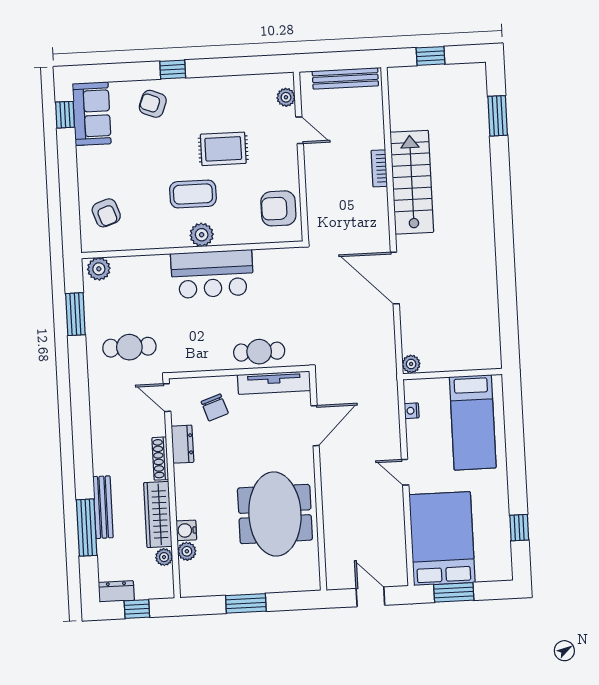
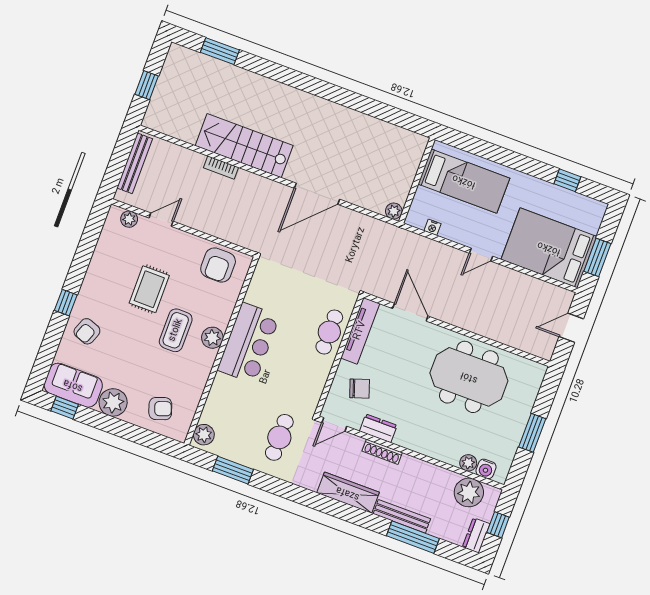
plant: (92, 162) -> (113, 402), added
wardrobe: (158, 514) -> (348, 493), moved, turned 180
water cooler: (186, 530) -> (486, 469), moved
plant: (164, 557) -> (469, 492), width x1.87, depth x1.87

